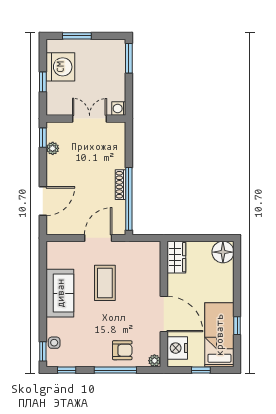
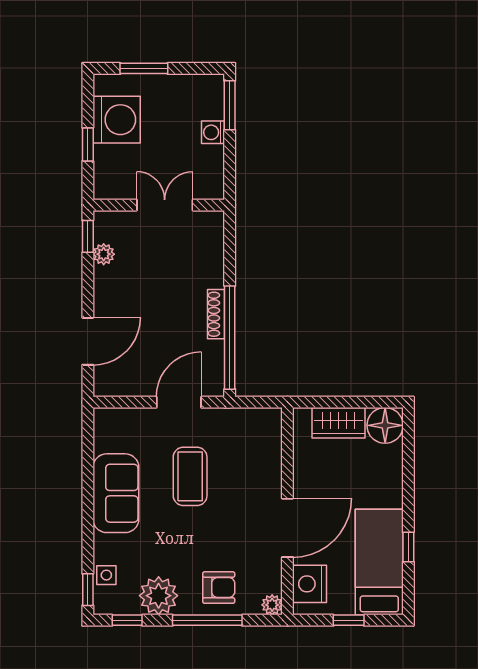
washing machine: (119, 109) -> (213, 132), moved
wardrobe: (176, 257) -> (339, 423), moved, turned 90
door: (164, 314) -> (287, 528), hinge flipped
plant: (86, 355) -> (159, 596), added

